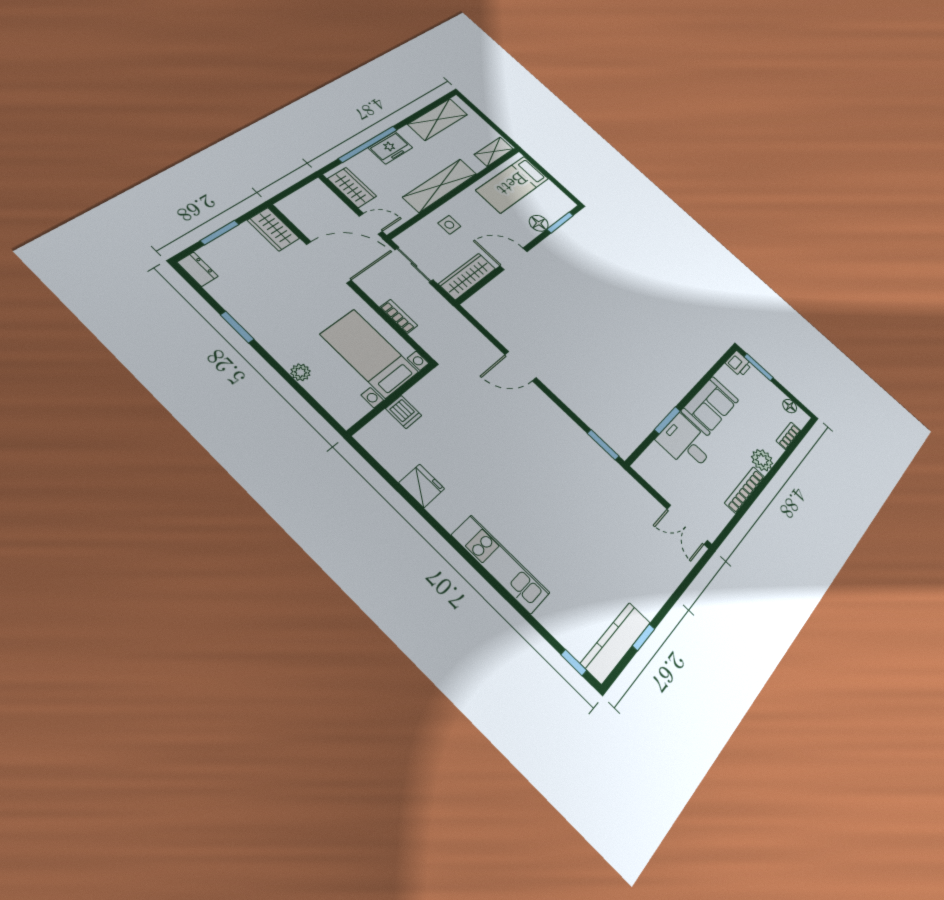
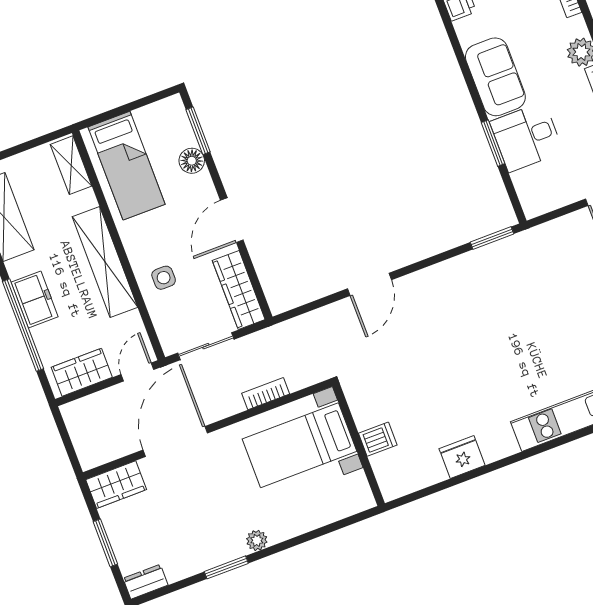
plant: (301, 372) -> (257, 540), moved

